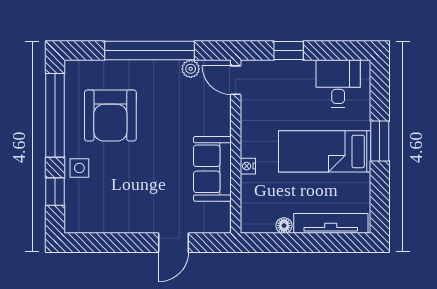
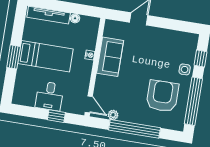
desk: (338, 84) -> (50, 96), moved

